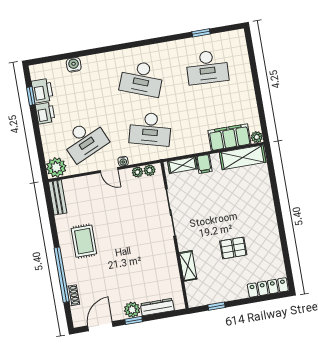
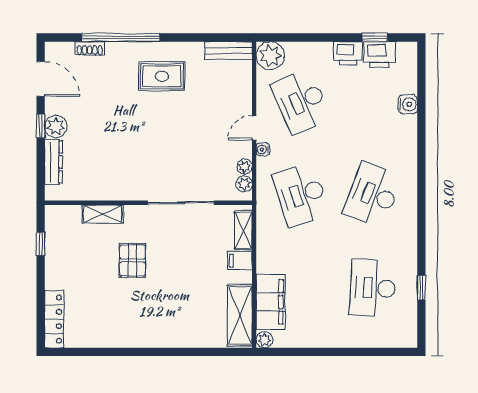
desk: (150, 129) -> (301, 195), turned -33
pallet: (233, 248) -> (132, 261), moved

